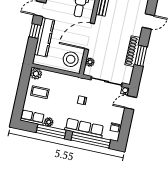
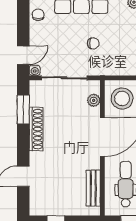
window: (141, 56) -> (23, 109), moved

